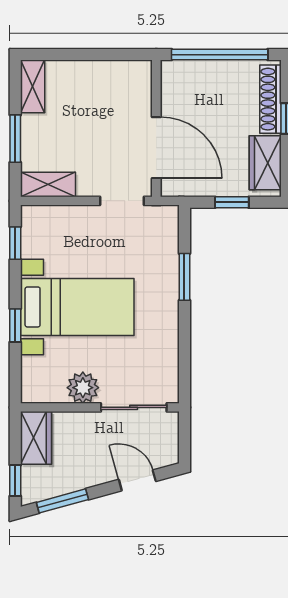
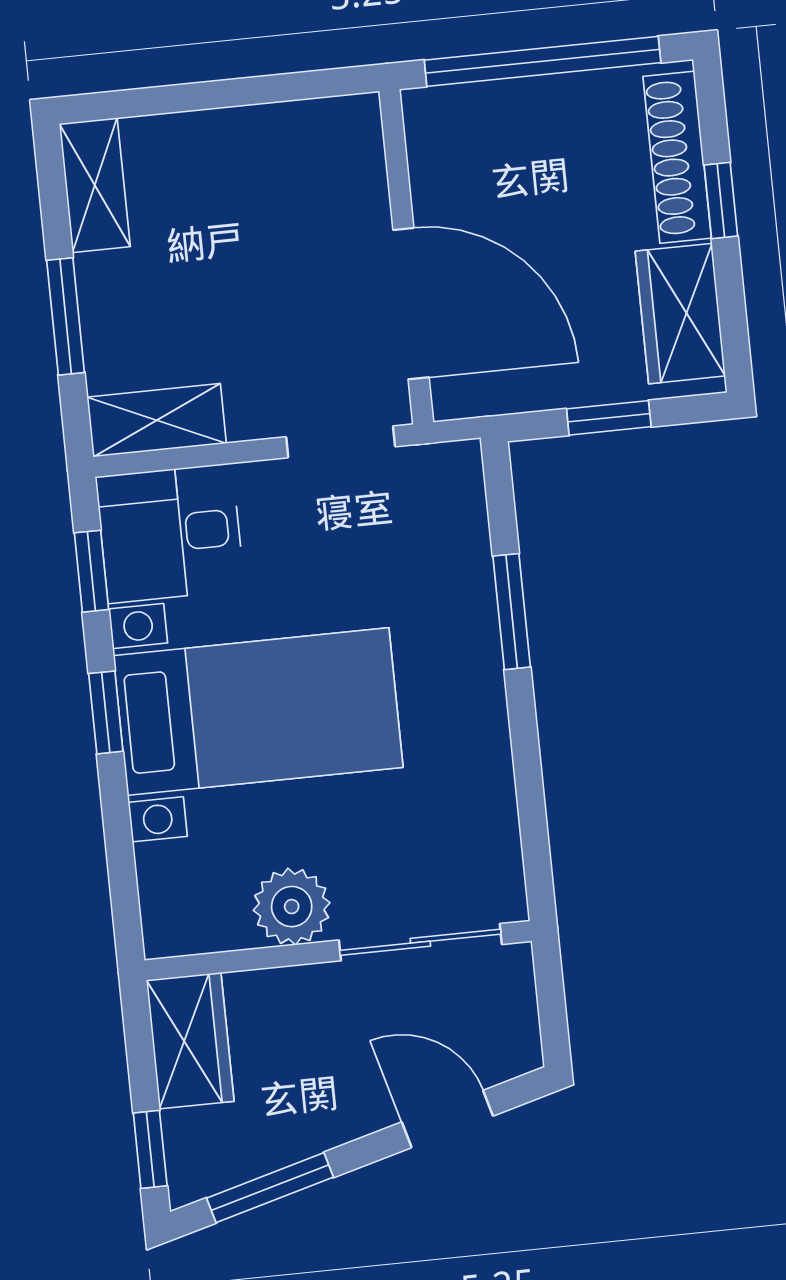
desk: (49, 231) -> (170, 533), added
window: (15, 325) -> (106, 712), moved

